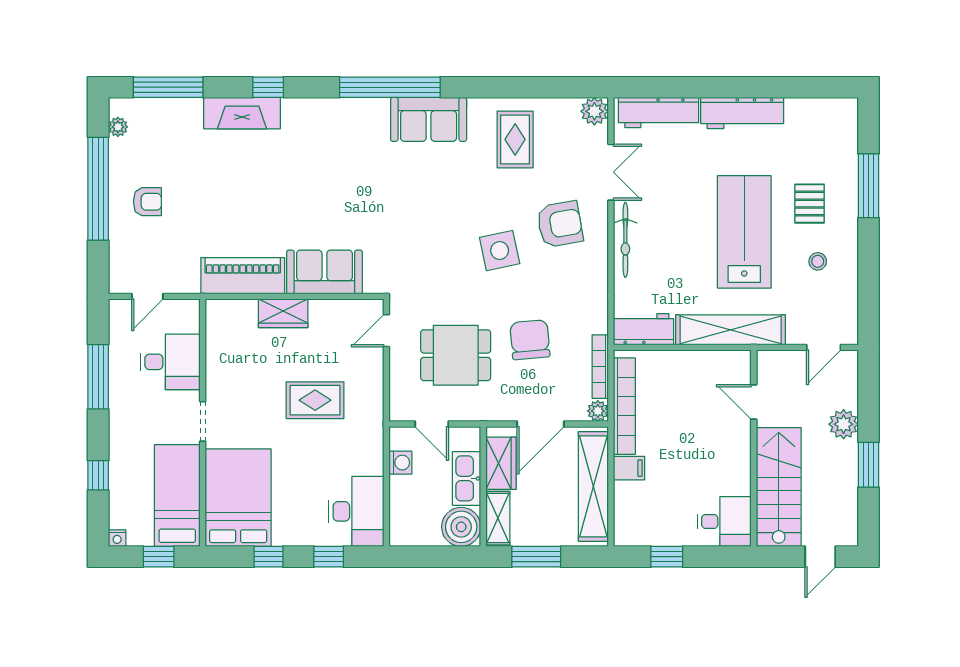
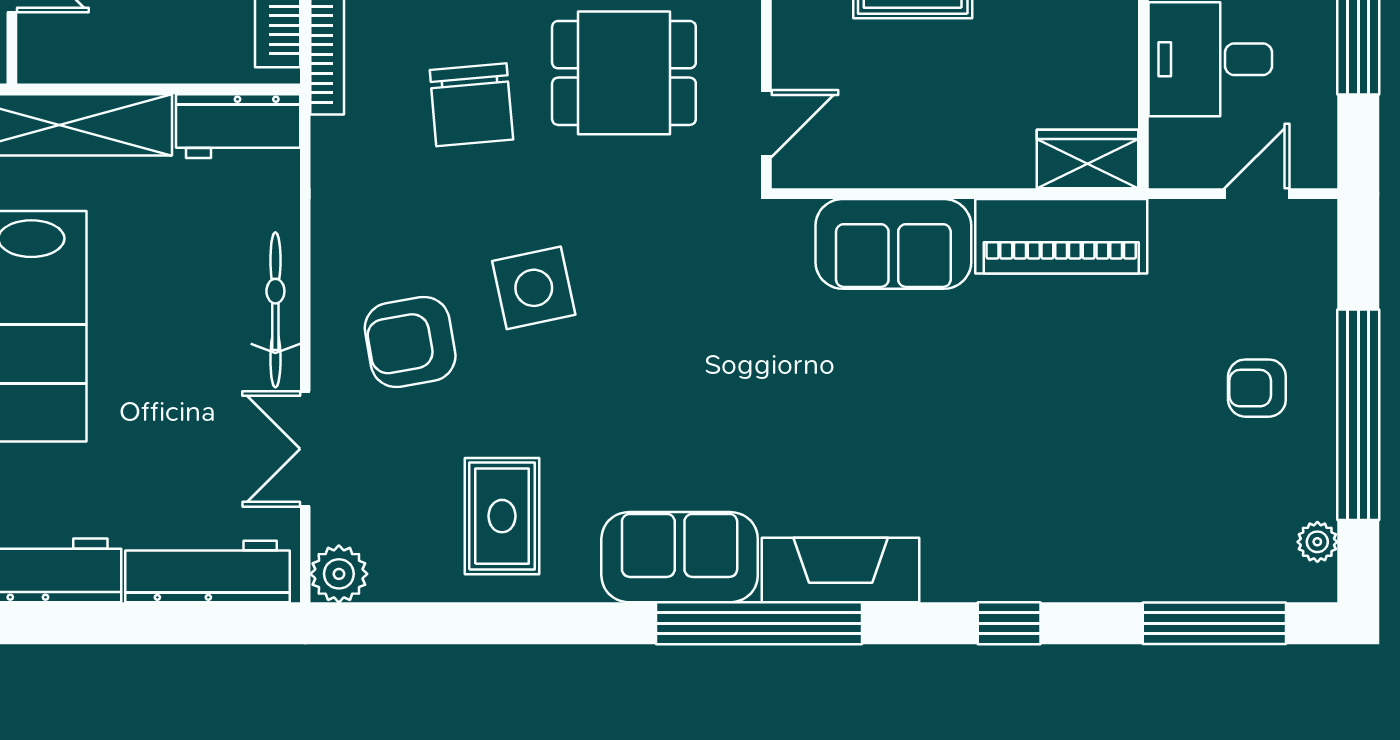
fireplace: (242, 113) -> (841, 570), moved
wardrobe: (283, 313) -> (1088, 159), moved

